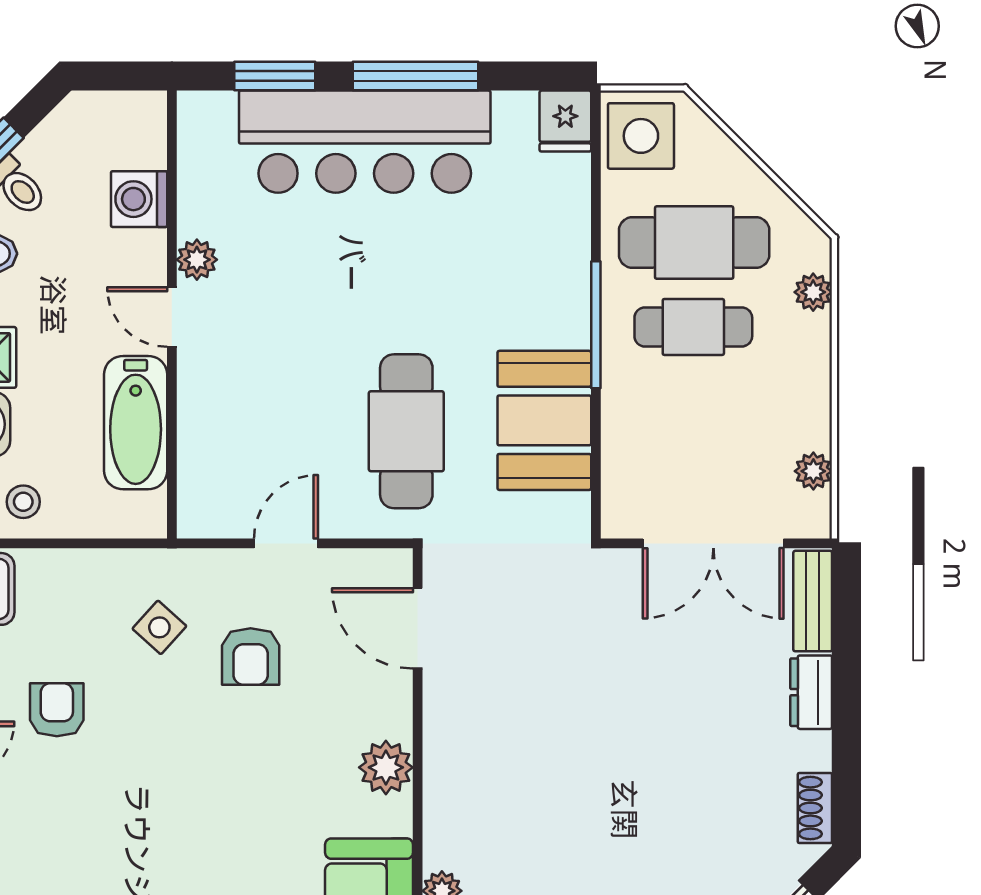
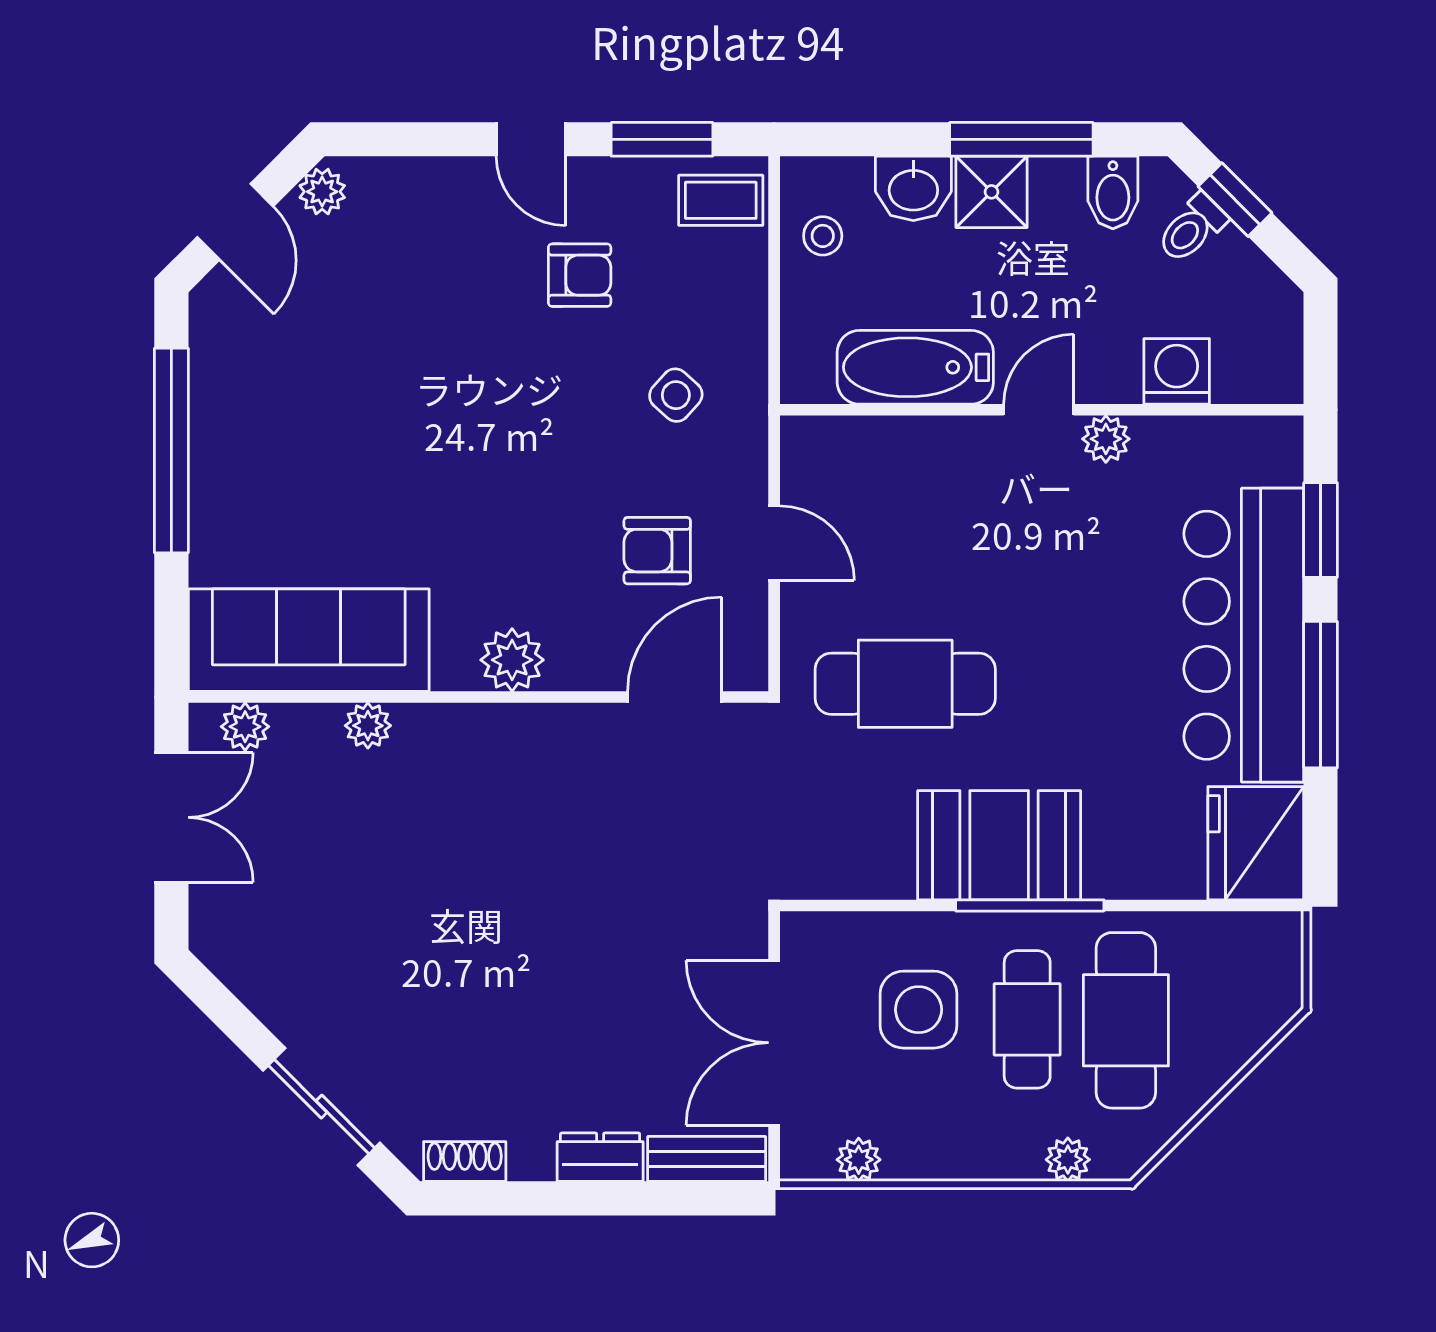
fridge: (565, 121) -> (1256, 843), width x1.88, depth x1.34
side table: (641, 136) -> (919, 1010), moved
booth: (544, 420) -> (999, 845), moved
armchair: (251, 657) -> (657, 551), moved

